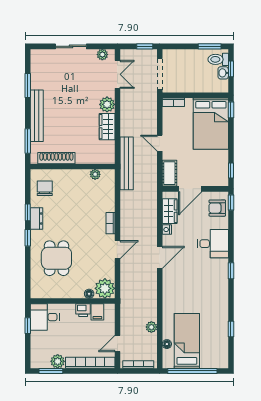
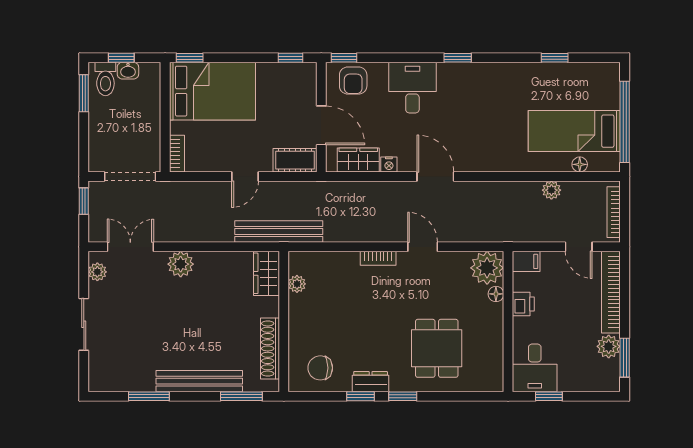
wardrobe: (107, 127) -> (267, 273), moved, turned 90
dining table: (56, 258) -> (437, 348), turned 90
filing cabinet: (97, 312) -> (526, 261), moved

